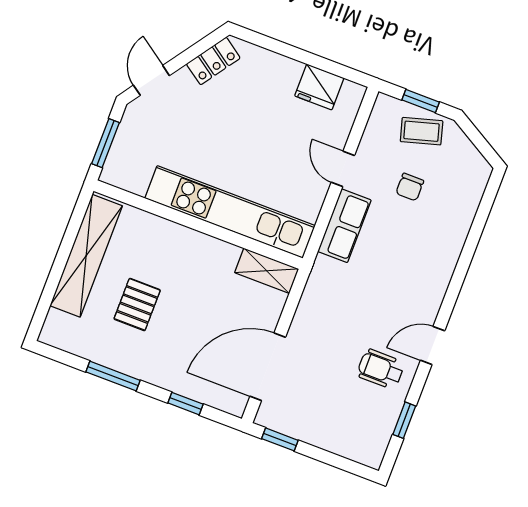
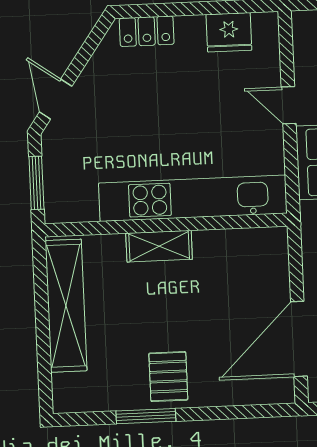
locker: (213, 61) -> (147, 31), moved, turned 55
shelving: (267, 271) -> (159, 246), moved
pallet: (137, 304) -> (168, 377), moved
window: (185, 404) -> (231, 412), removed

